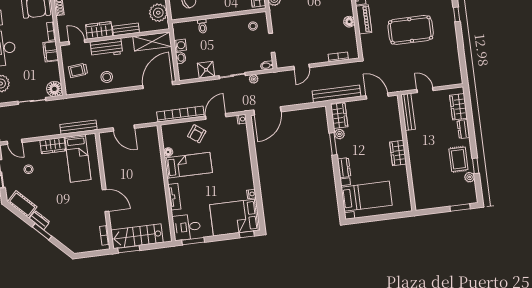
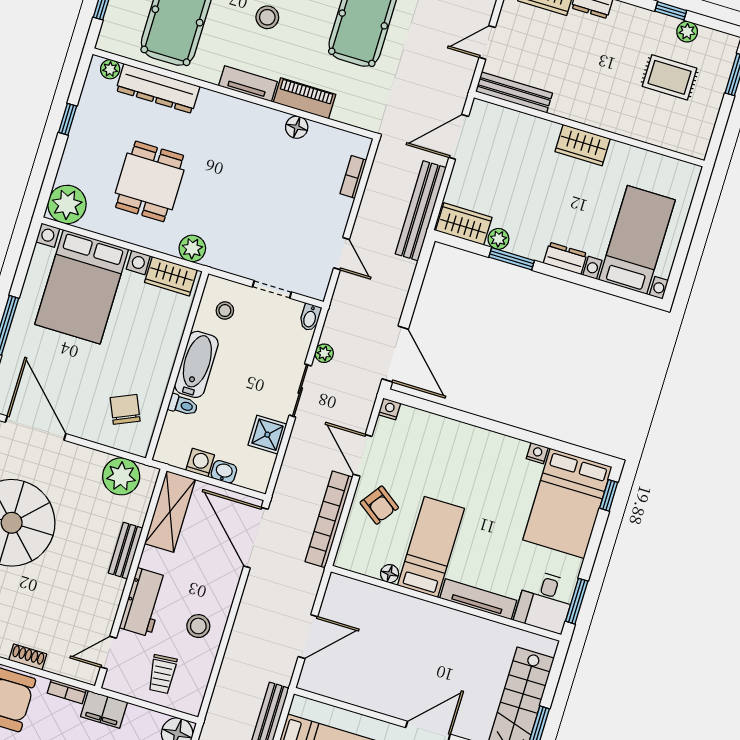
bathtub: (223, 24) -> (196, 364), added
wardrobe: (99, 30) -> (105, 601), removed
rug: (458, 159) -> (670, 77), moved
tv unit: (174, 197) -> (478, 599), width x1.41

